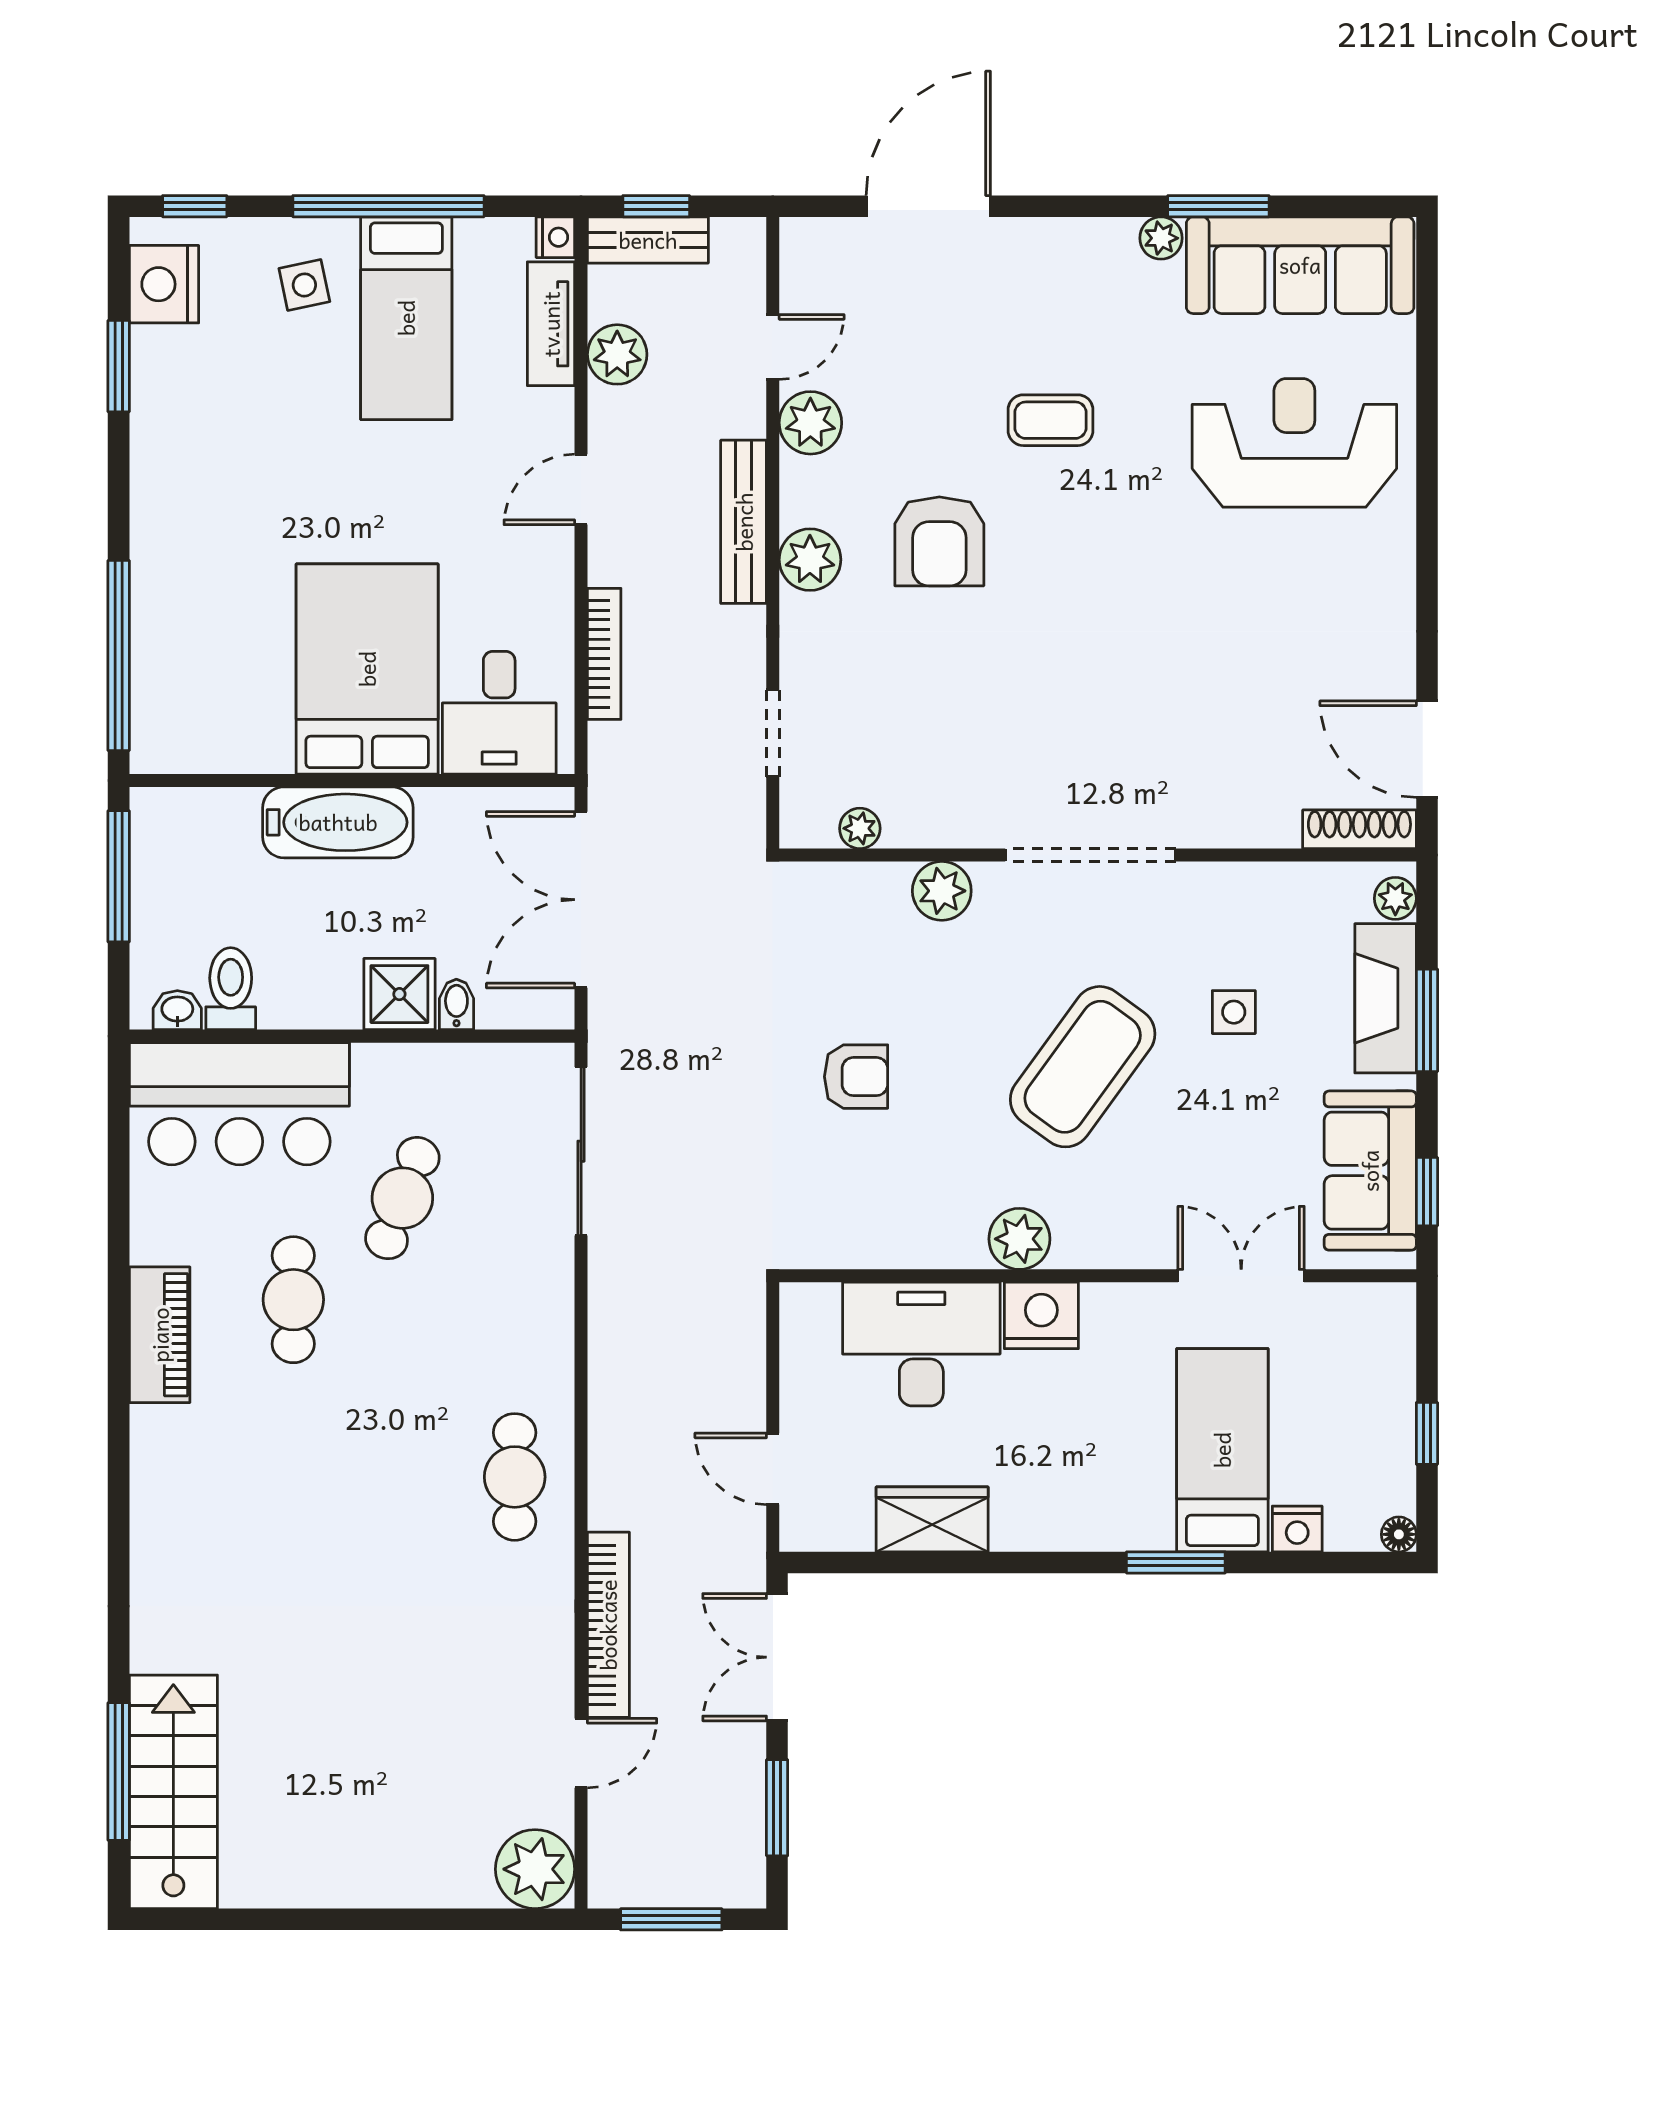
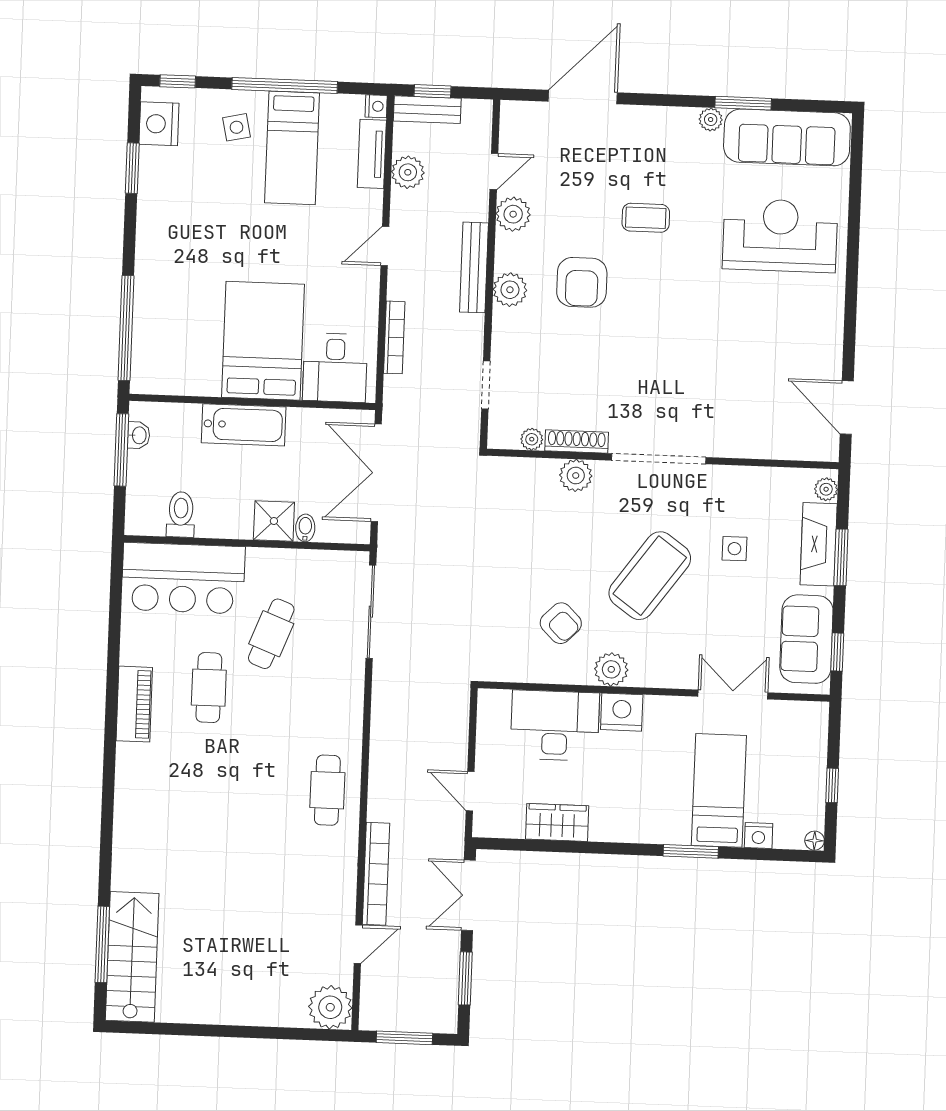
shoe rack: (1359, 829) -> (577, 441), moved
washbasin: (177, 1010) -> (139, 435), moved, turned 90
armchair: (856, 1077) -> (561, 623), moved, turned 45

